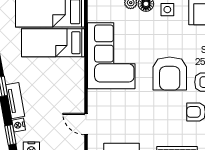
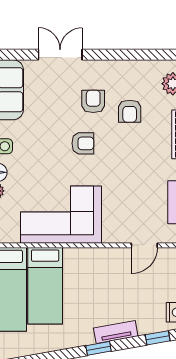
armchair: (170, 74) -> (83, 143), width x0.53, depth x0.53
nightstand: (19, 125) -> (146, 328), removed

